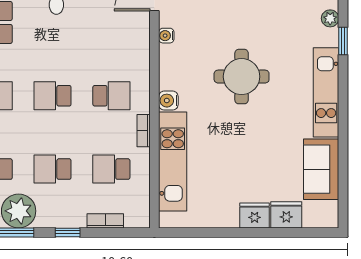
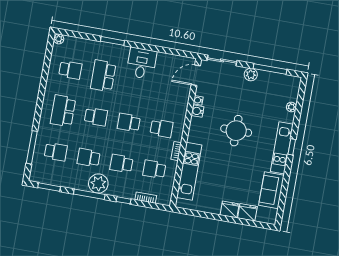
window: (343, 41) -> (292, 147), moved
water cooler: (168, 101) -> (197, 111), moved

